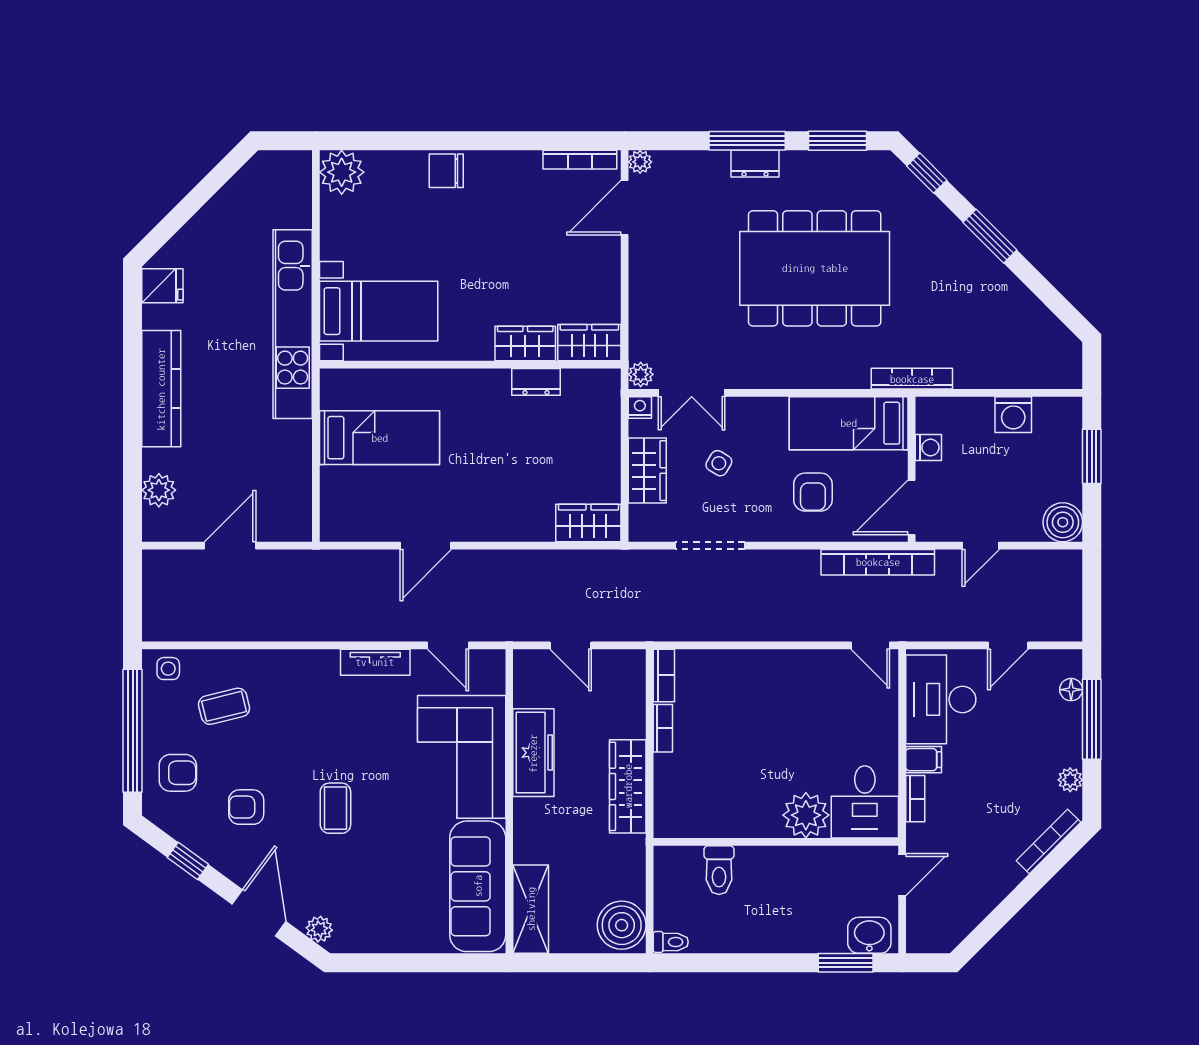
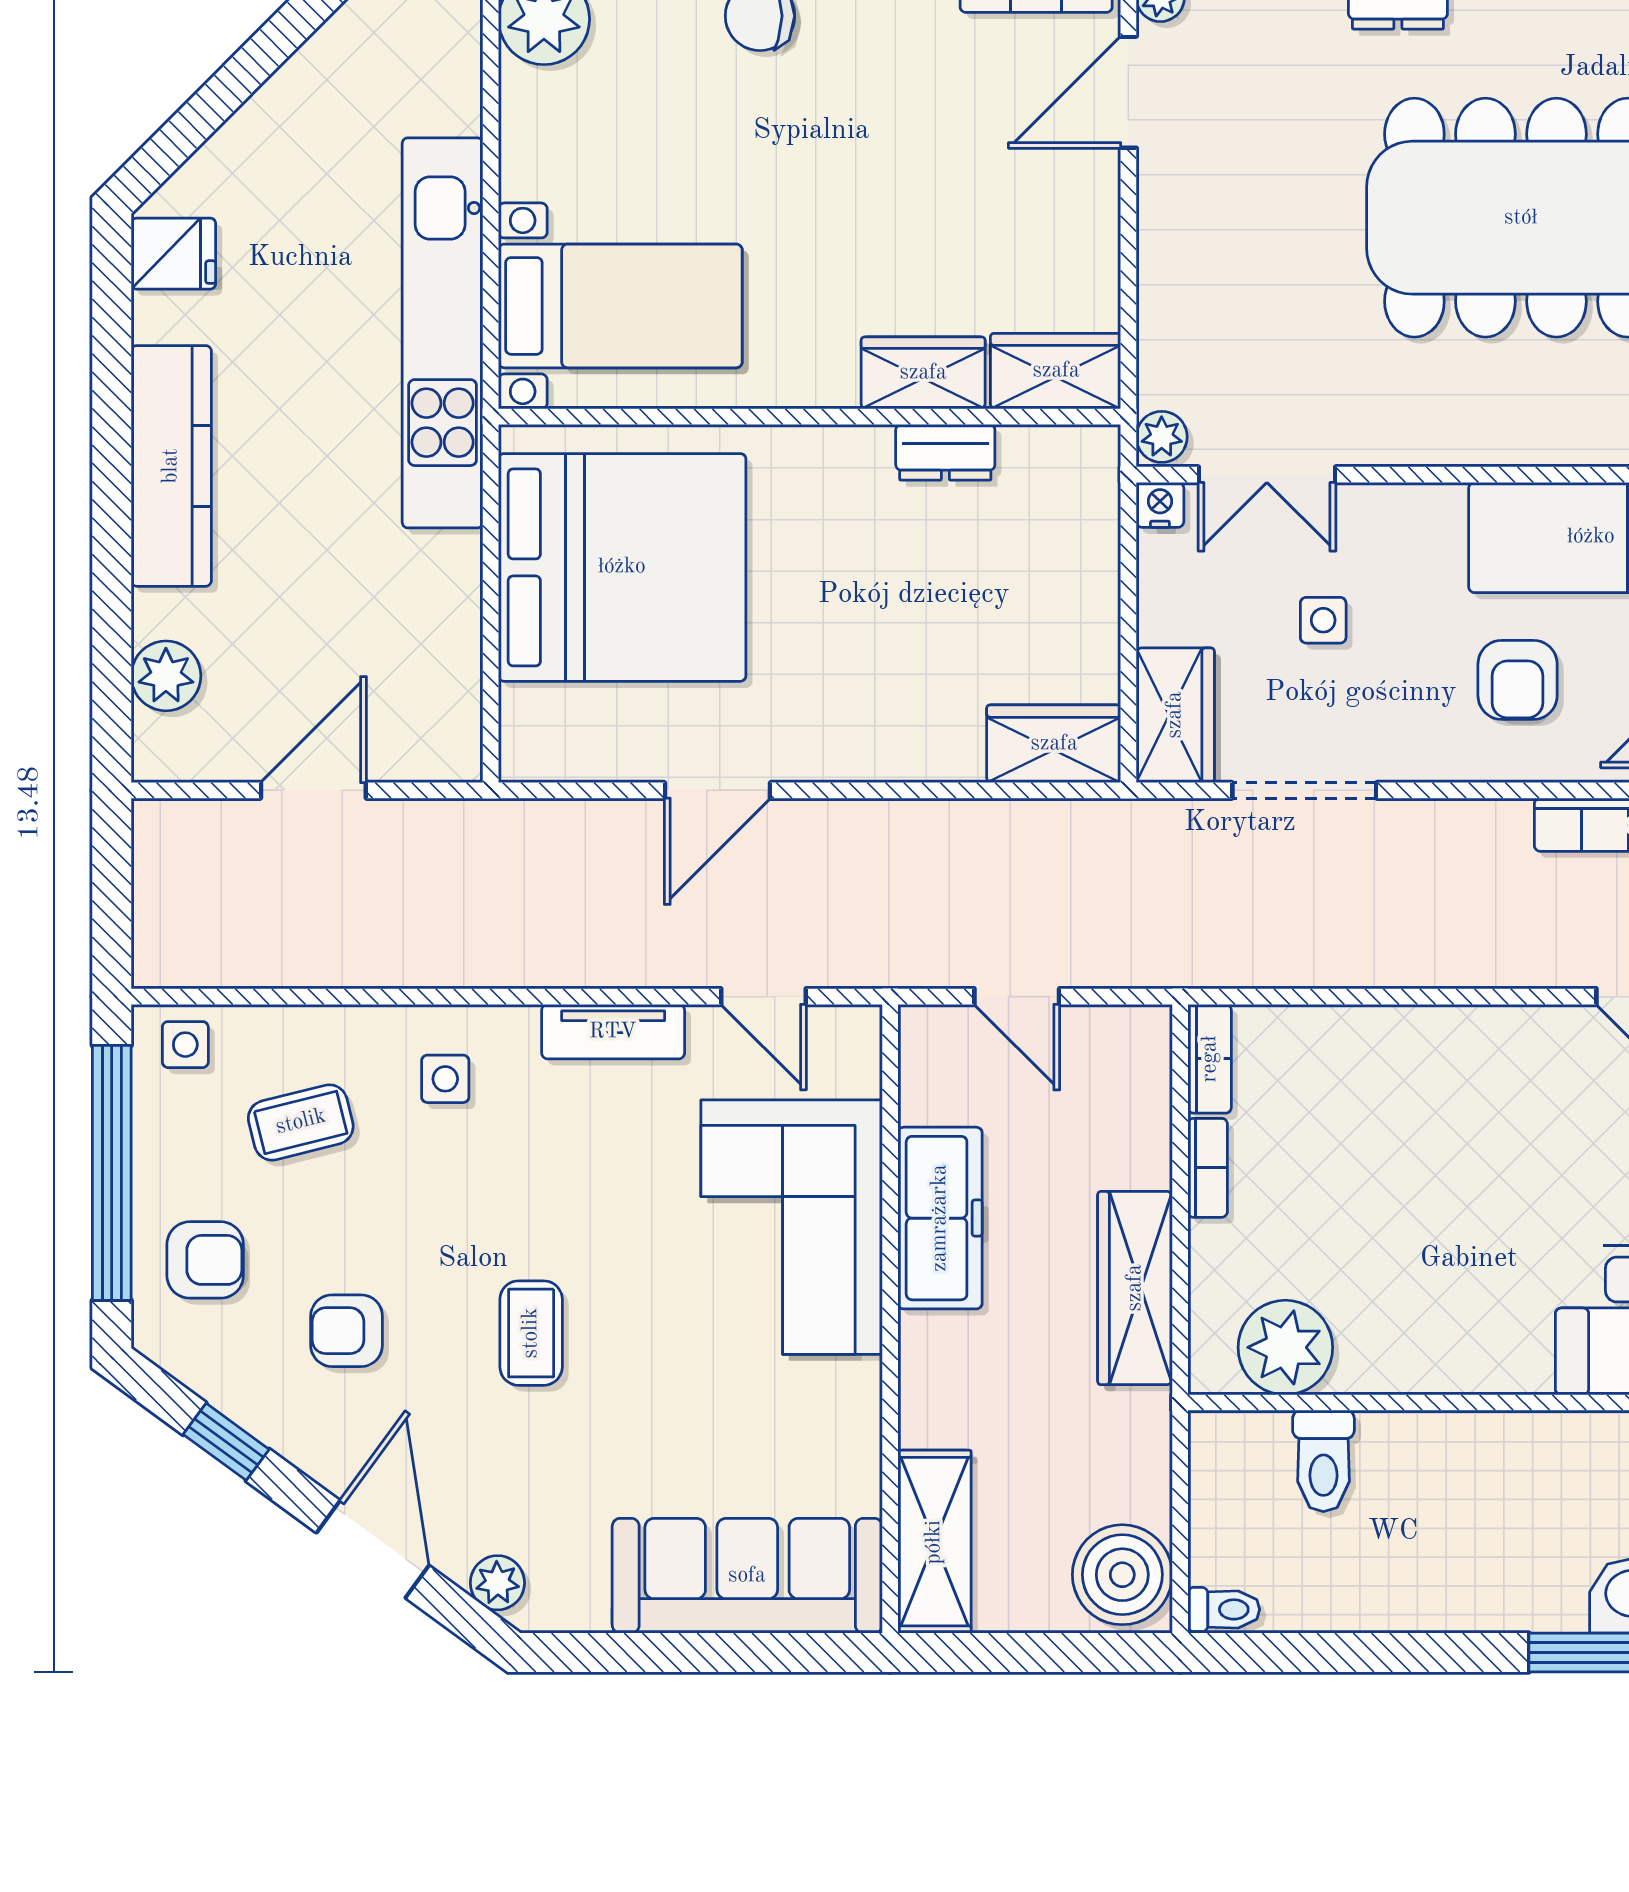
bed: (380, 438) -> (622, 567), width x2.04
side table: (719, 463) -> (1323, 620), turned -31
wardrobe: (647, 471) -> (1175, 715), moved
side table: (294, 685) -> (445, 1079), added
plant: (806, 815) -> (1285, 1347), moved
sofa: (478, 886) -> (747, 1576), moved, turned 90

